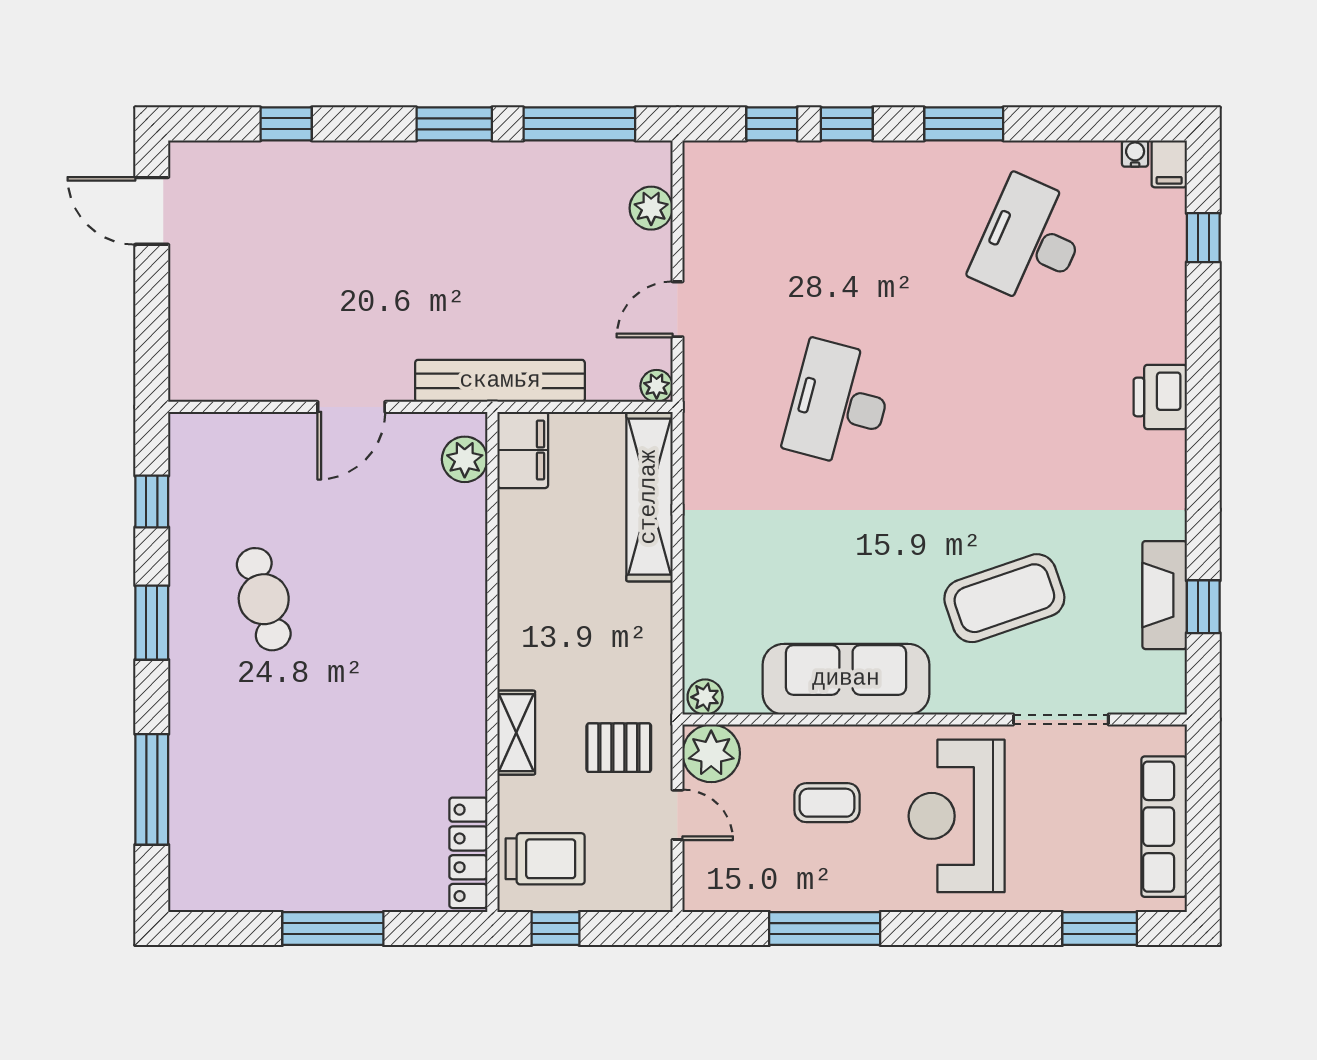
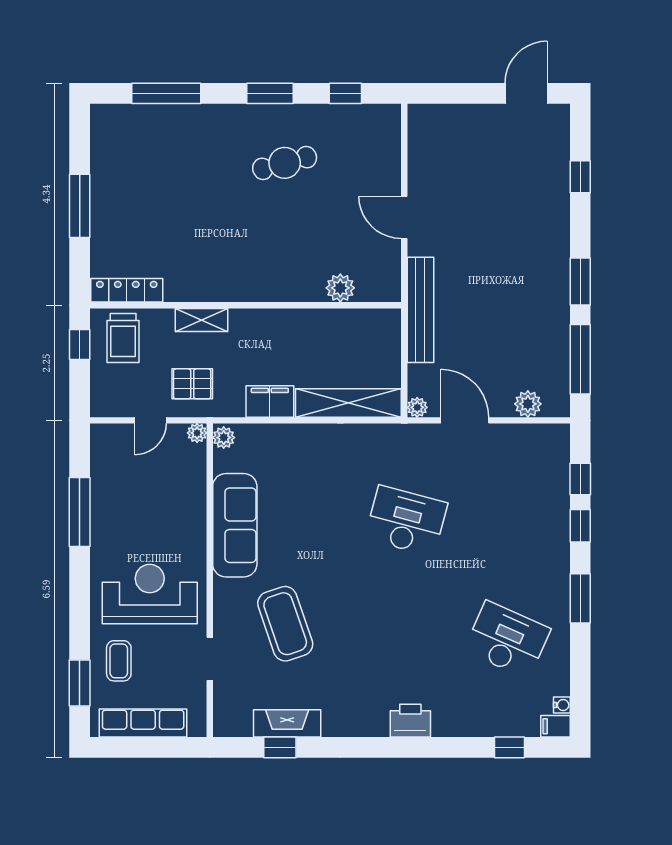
door: (677, 309) -> (465, 420), width x1.38
filing cabinet: (523, 450) -> (270, 401), moved, turned 180
plant: (465, 459) -> (340, 288), moved
doorway: (1061, 720) -> (210, 659), width x0.73
pallet: (619, 748) -> (192, 384), turned 90
plant: (711, 753) -> (197, 433), width x0.53, depth x0.53
coffee table: (827, 803) -> (119, 661), moved

